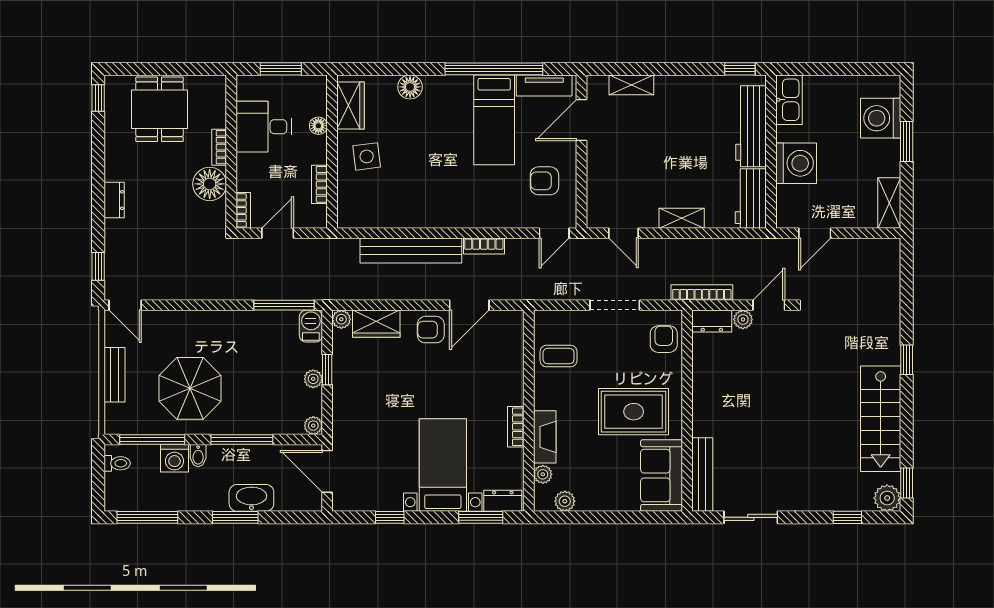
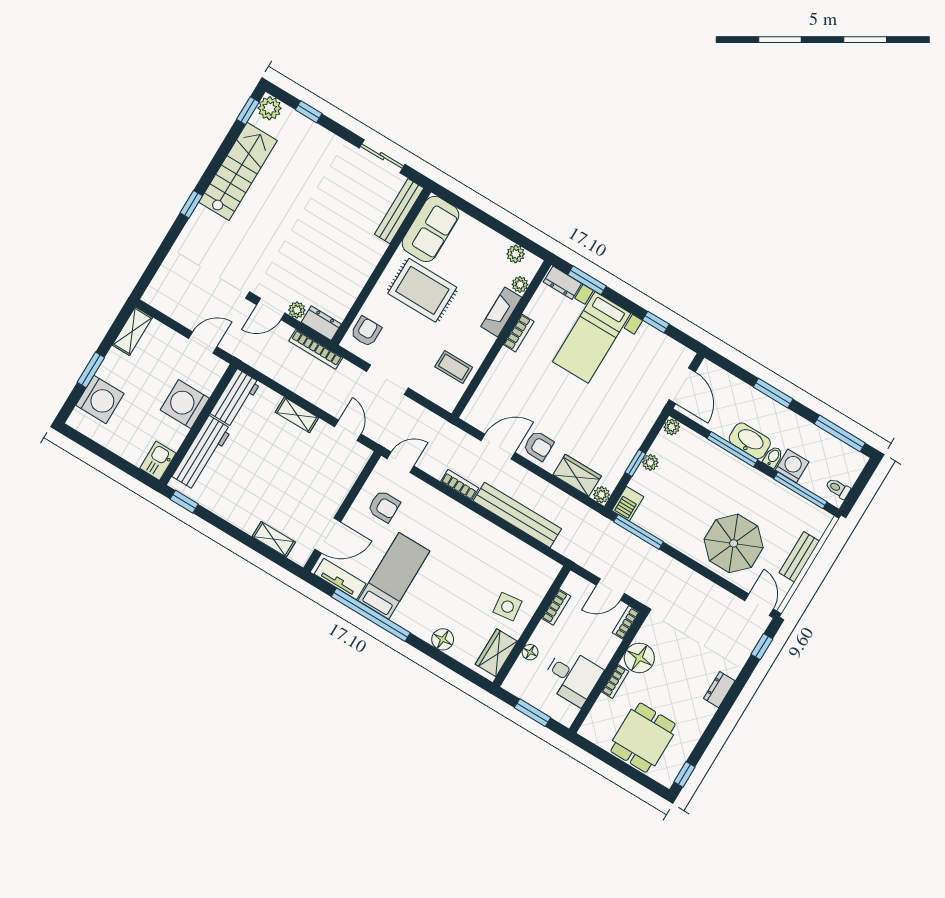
kitchen sink: (789, 100) -> (158, 461), width x0.73
armchair: (664, 339) -> (366, 332), turned 180
parasol: (190, 388) -> (734, 543), moved
washbasin: (251, 498) -> (750, 441), moved, turned 180

